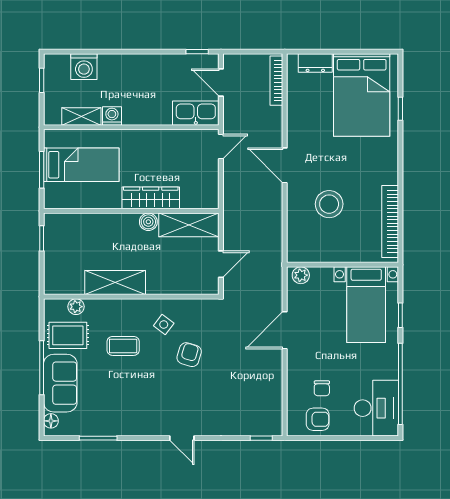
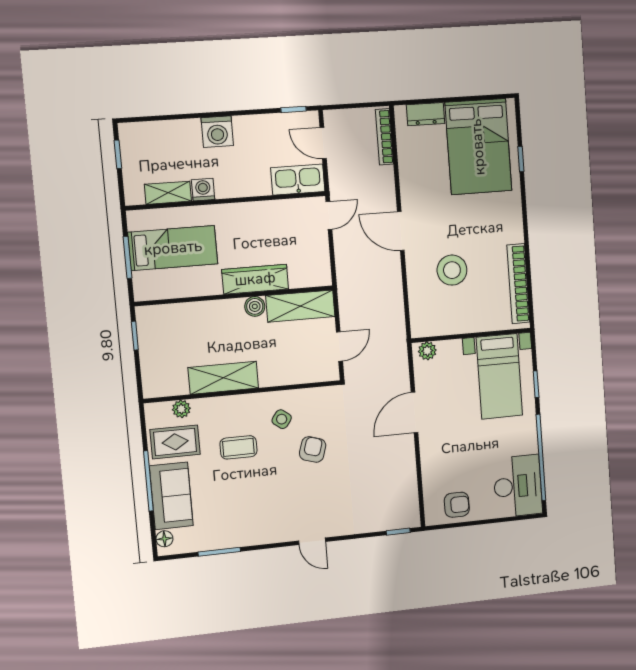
washing machine: (84, 67) -> (217, 132), moved
chair: (322, 388) -> (459, 471), removed

